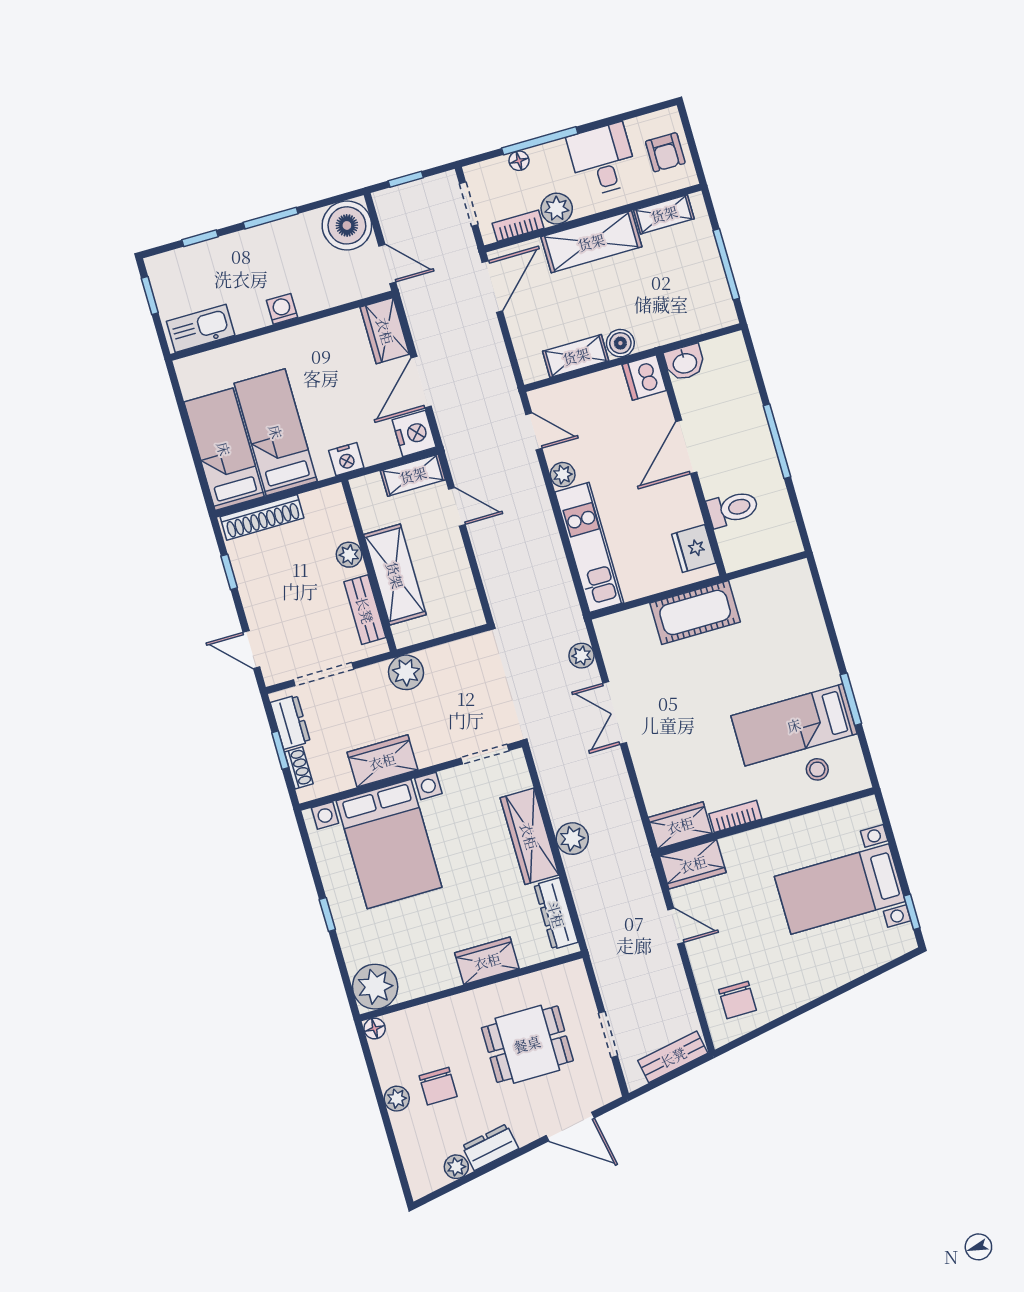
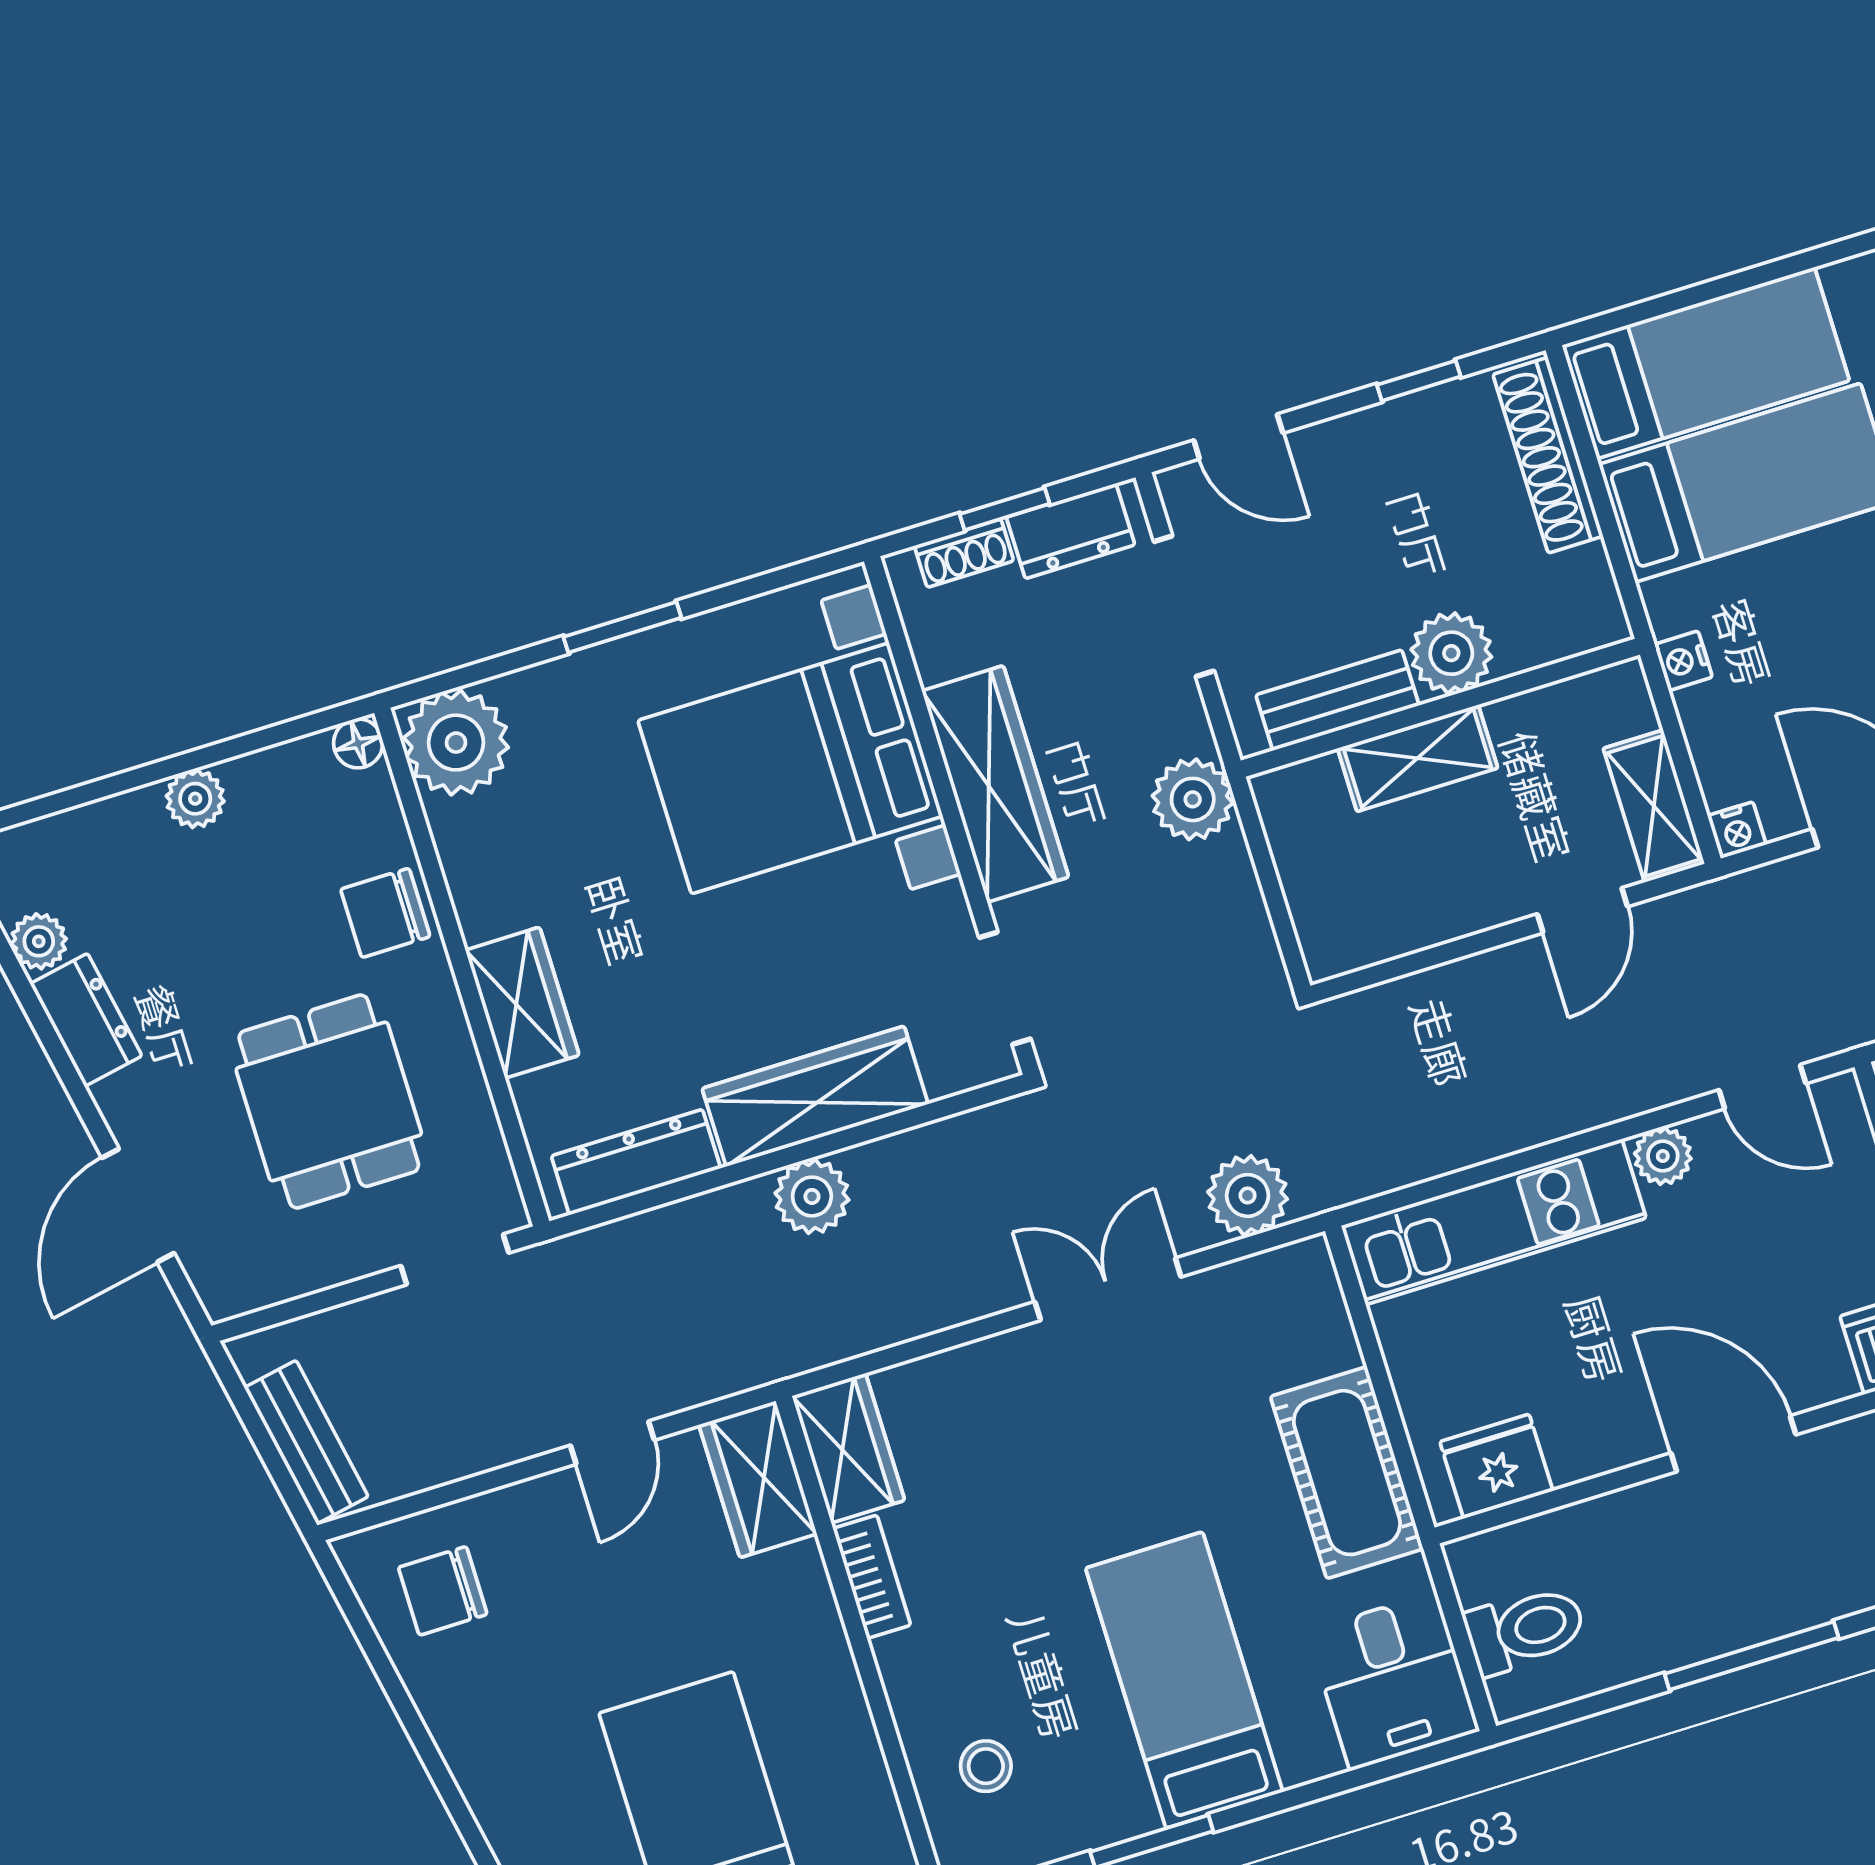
door: (534, 431) -> (1762, 1087), hinge flipped
nightstand: (414, 433) -> (1737, 830), width x0.53, depth x0.56
nightstand: (346, 459) -> (1683, 661), width x0.72, depth x0.74
toilet: (733, 509) -> (1525, 1630), moved, turned -90
plant: (349, 555) -> (1451, 653), width x1.38, depth x1.38
shelving: (395, 575) -> (1418, 758), width x0.67, depth x0.75
desk: (785, 595) -> (1393, 1681), added
door: (251, 650) -> (1238, 437), swing flipped
plant: (582, 656) -> (1248, 1195), width x1.38, depth x1.38
bed: (794, 725) -> (1184, 1680), moved
wardrobe: (382, 761) -> (995, 784), width x1.50
window: (327, 914) -> (622, 627), width x1.50
doorway: (608, 1034) -> (455, 1259), moved
chair: (438, 1086) -> (385, 913), moved

